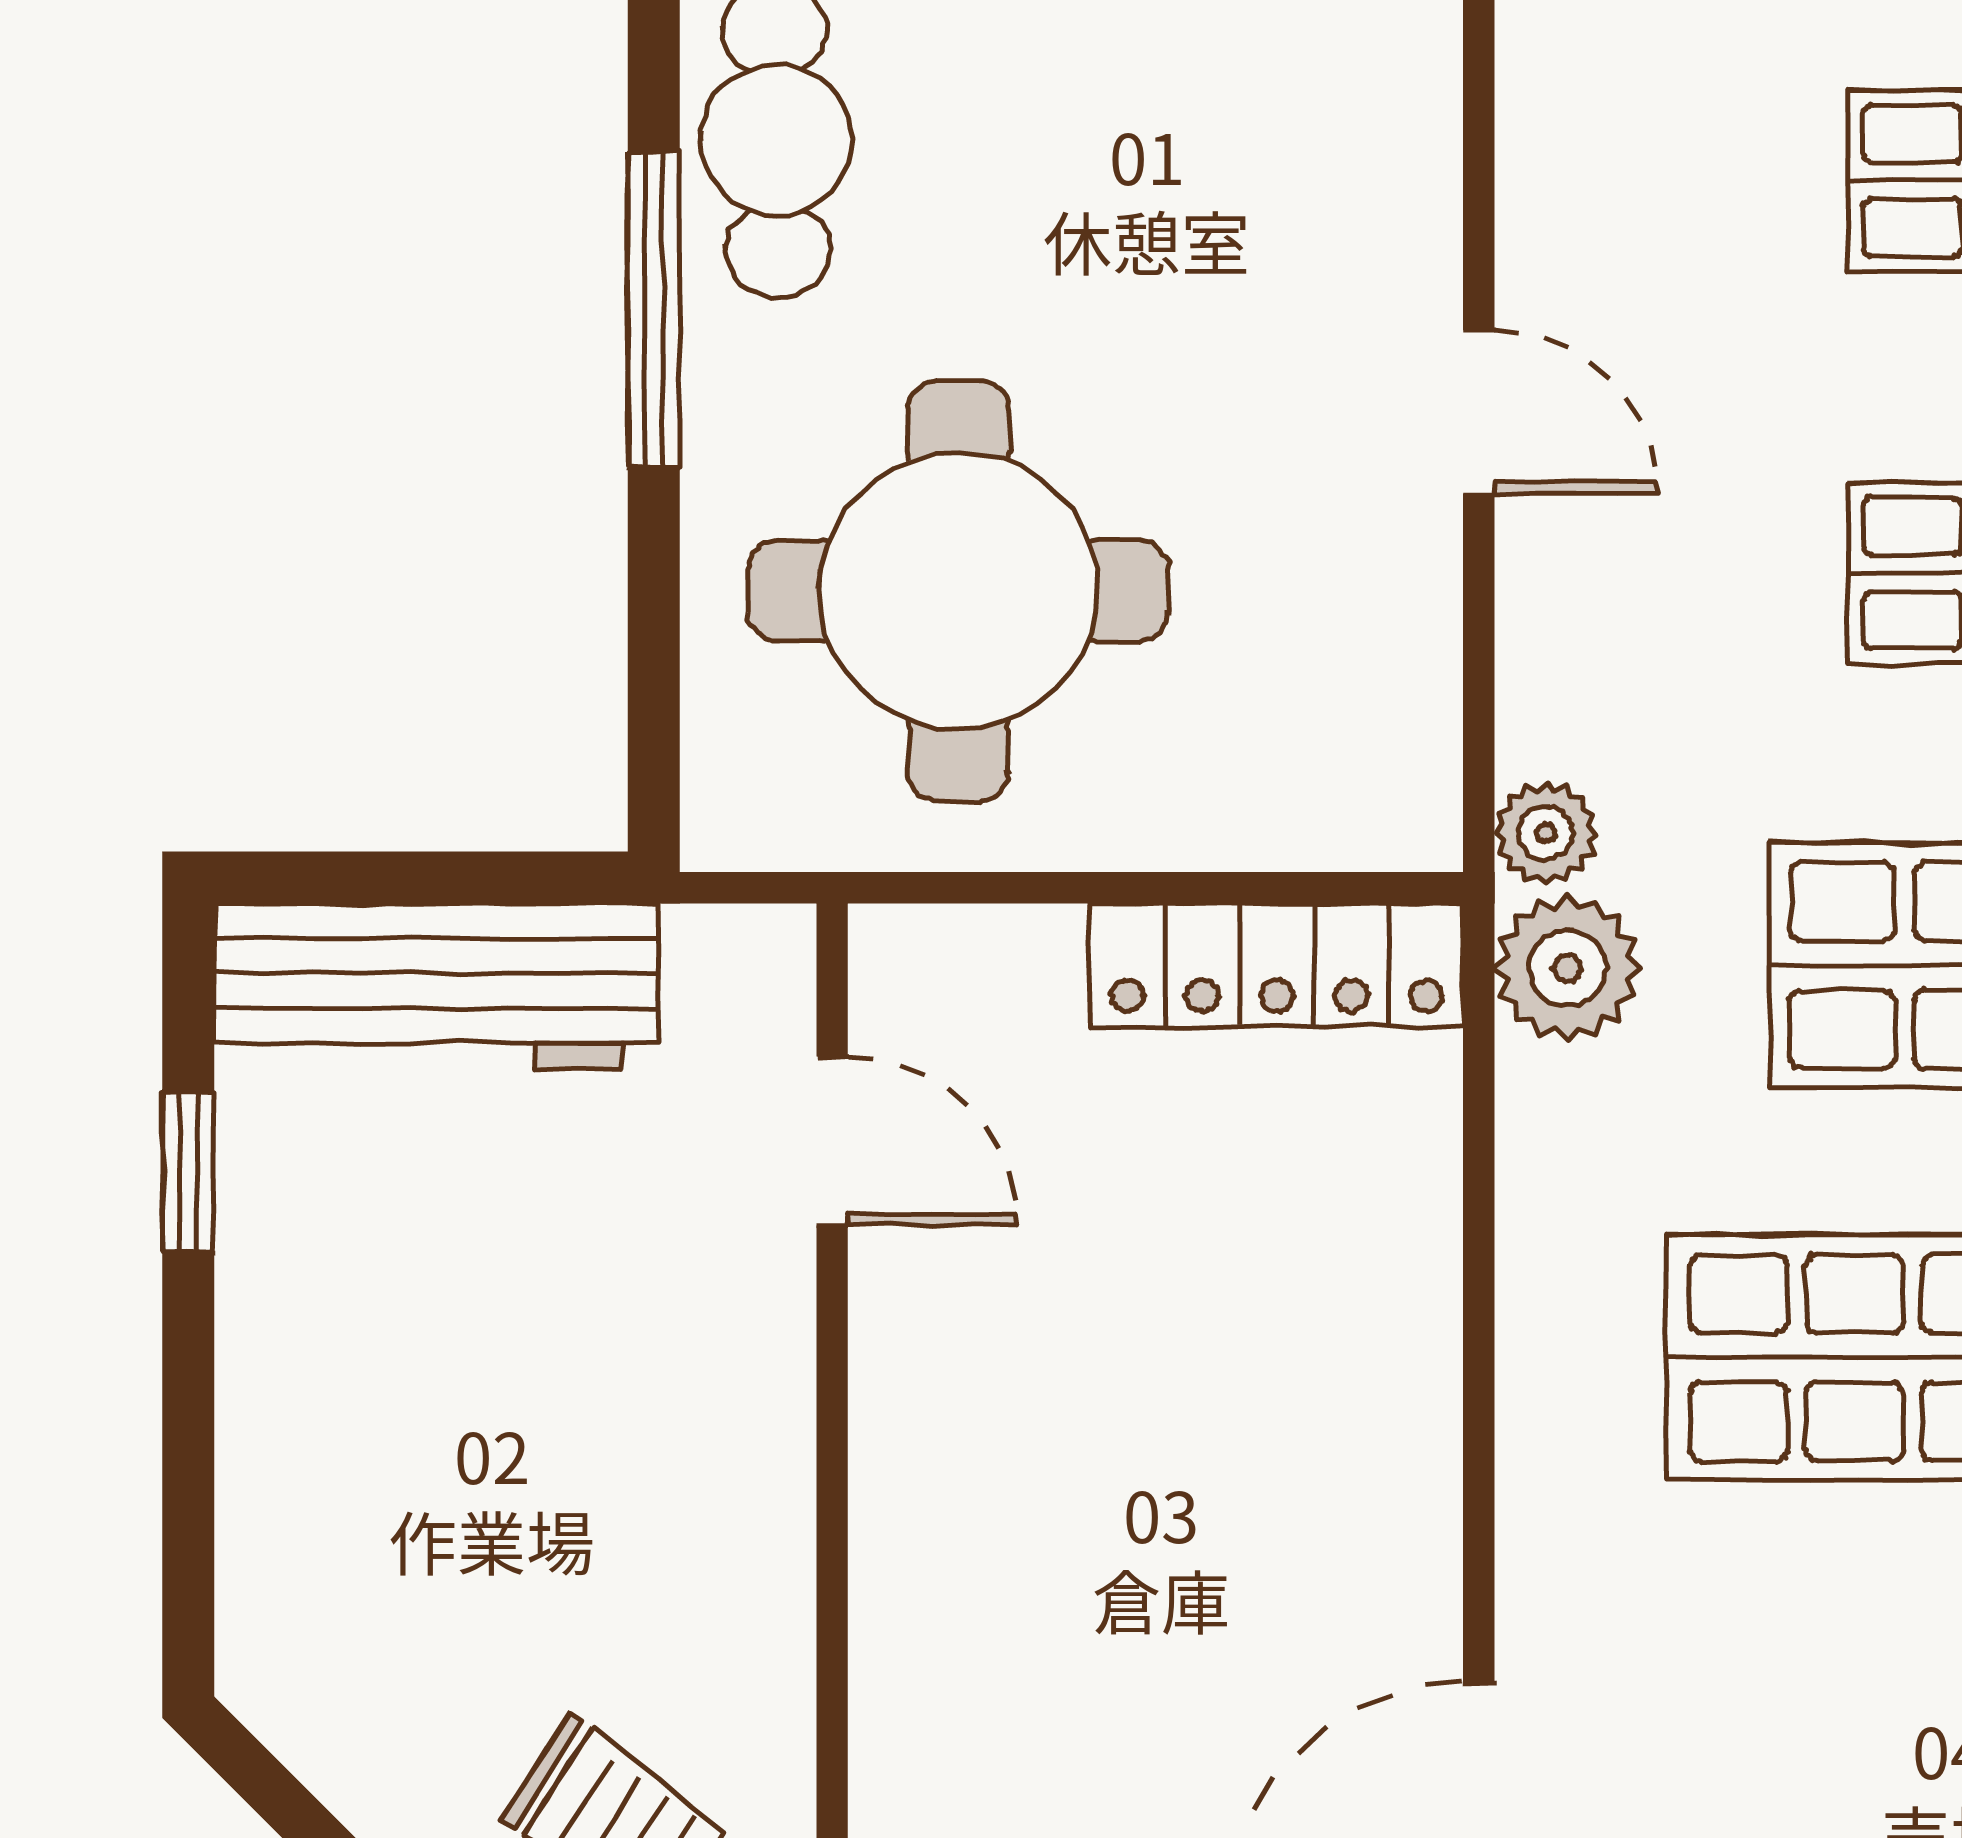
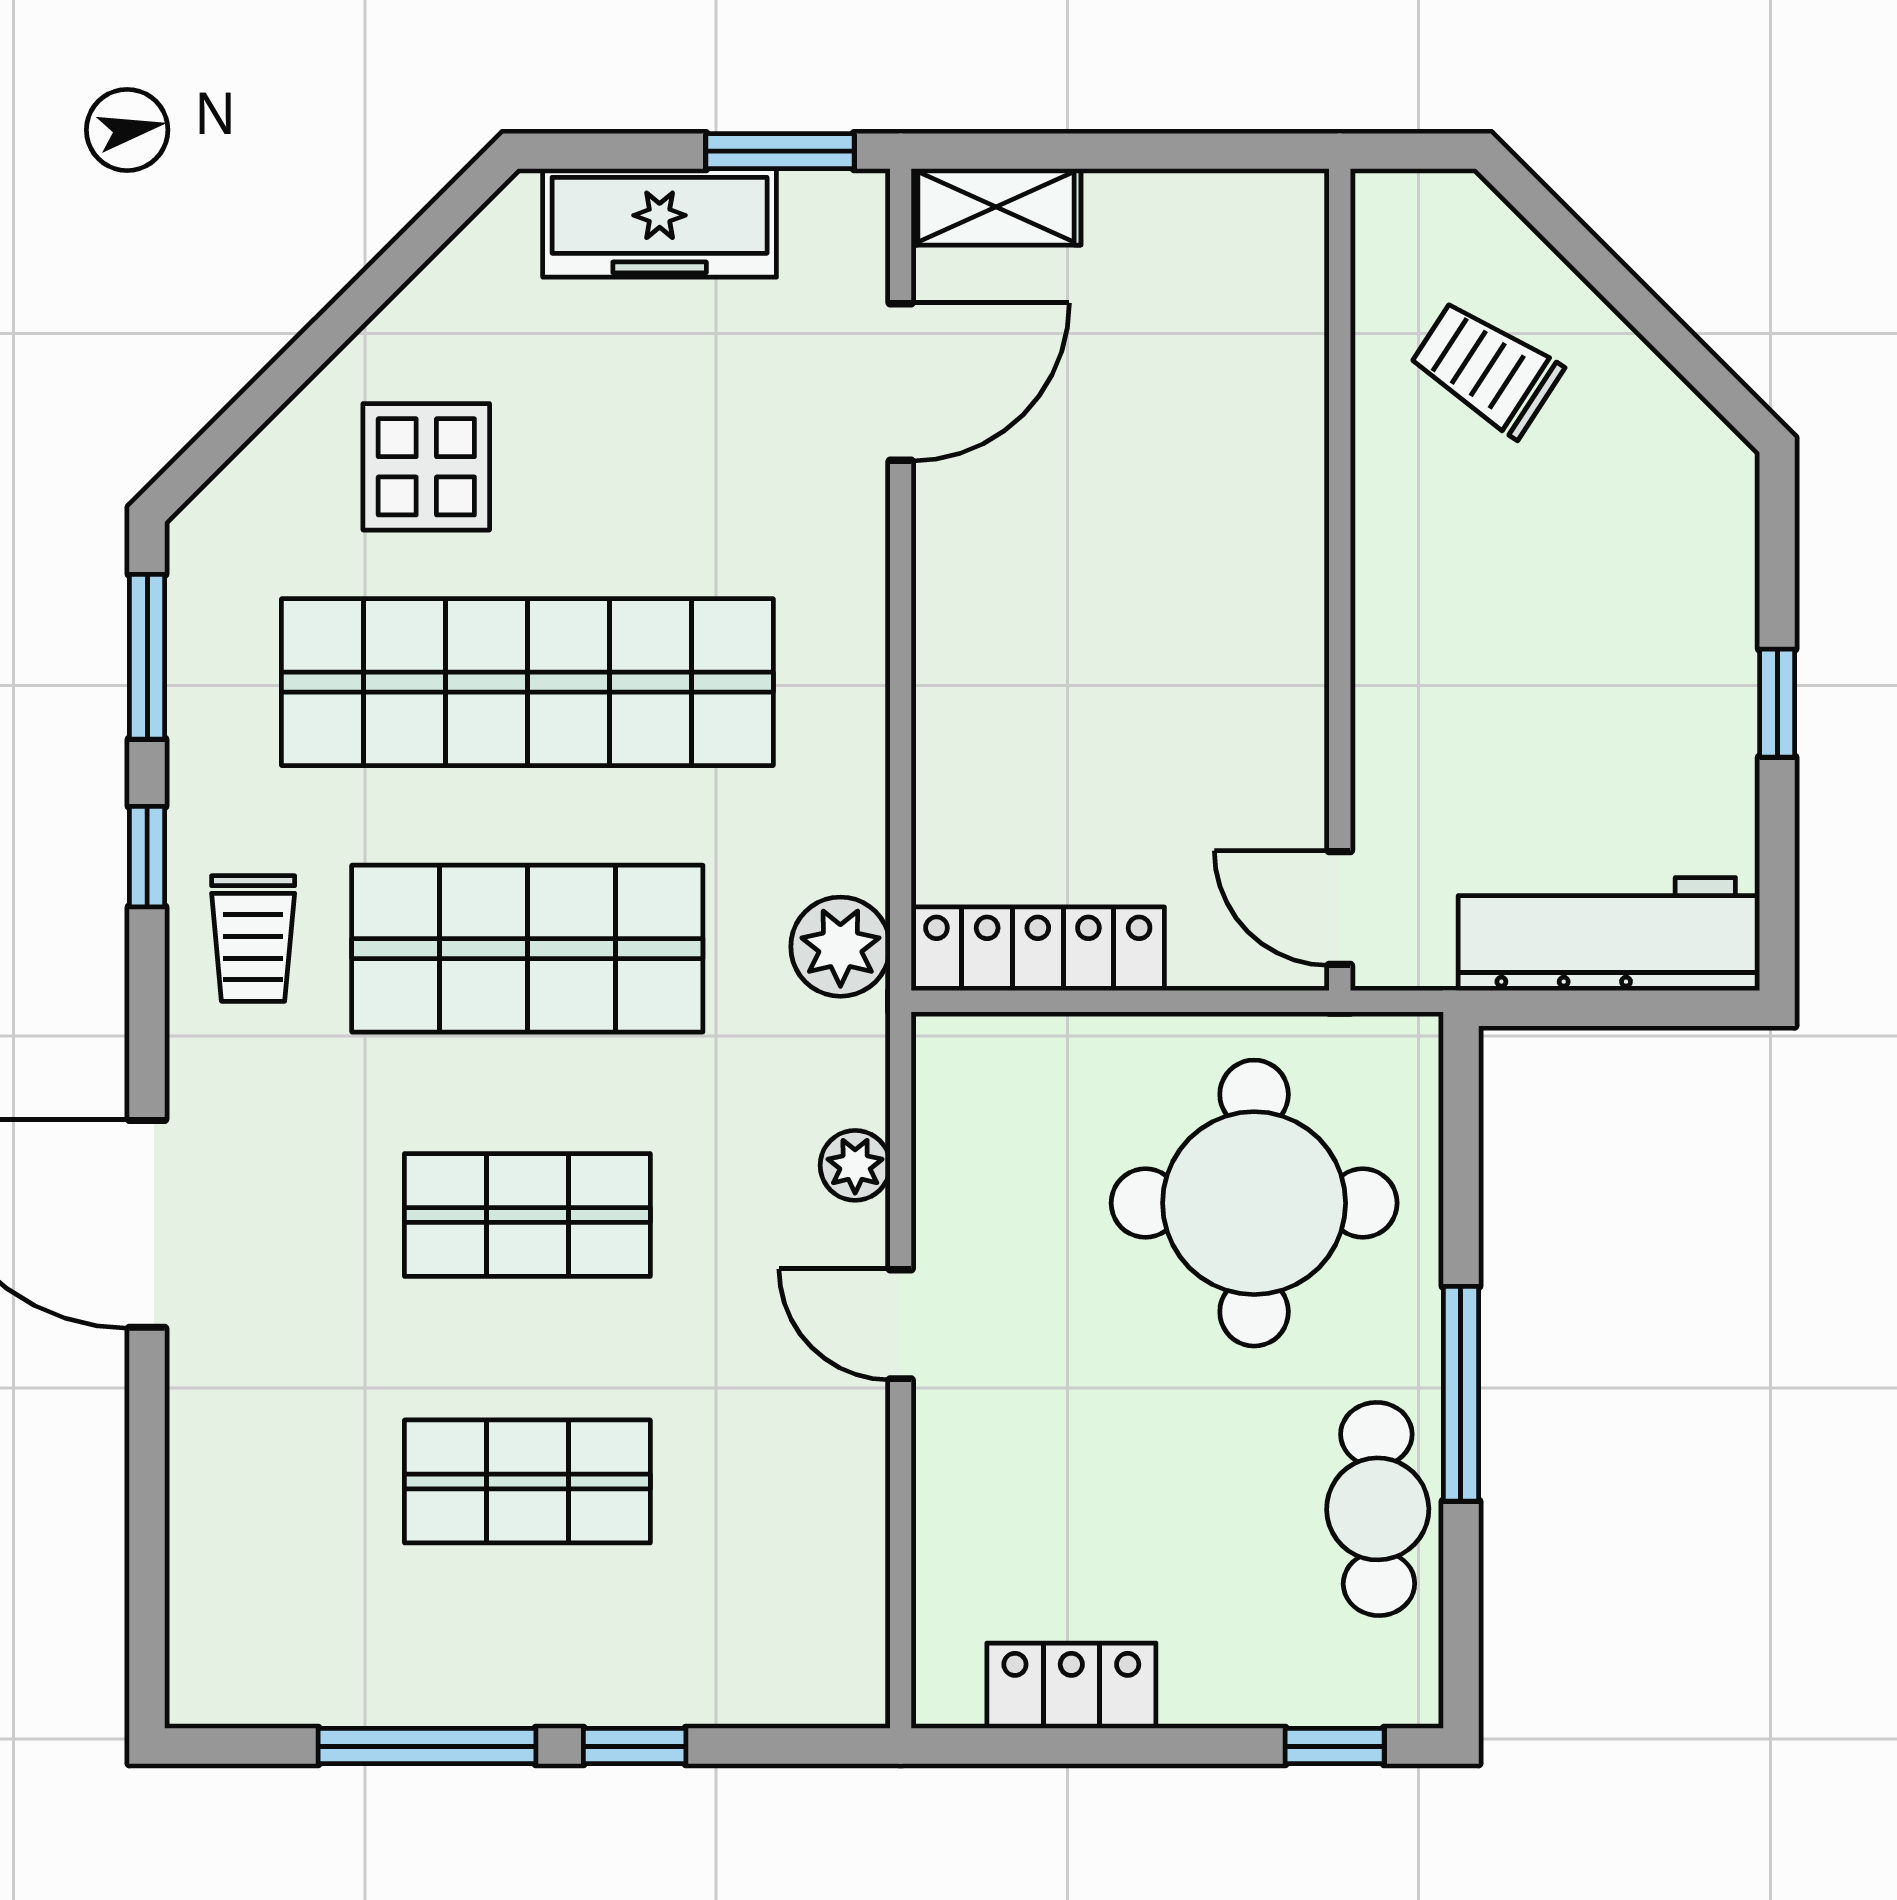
plant: (1546, 833) -> (855, 1165), moved
door: (832, 1141) -> (1340, 908), moved
window: (188, 1171) -> (1777, 703), moved

